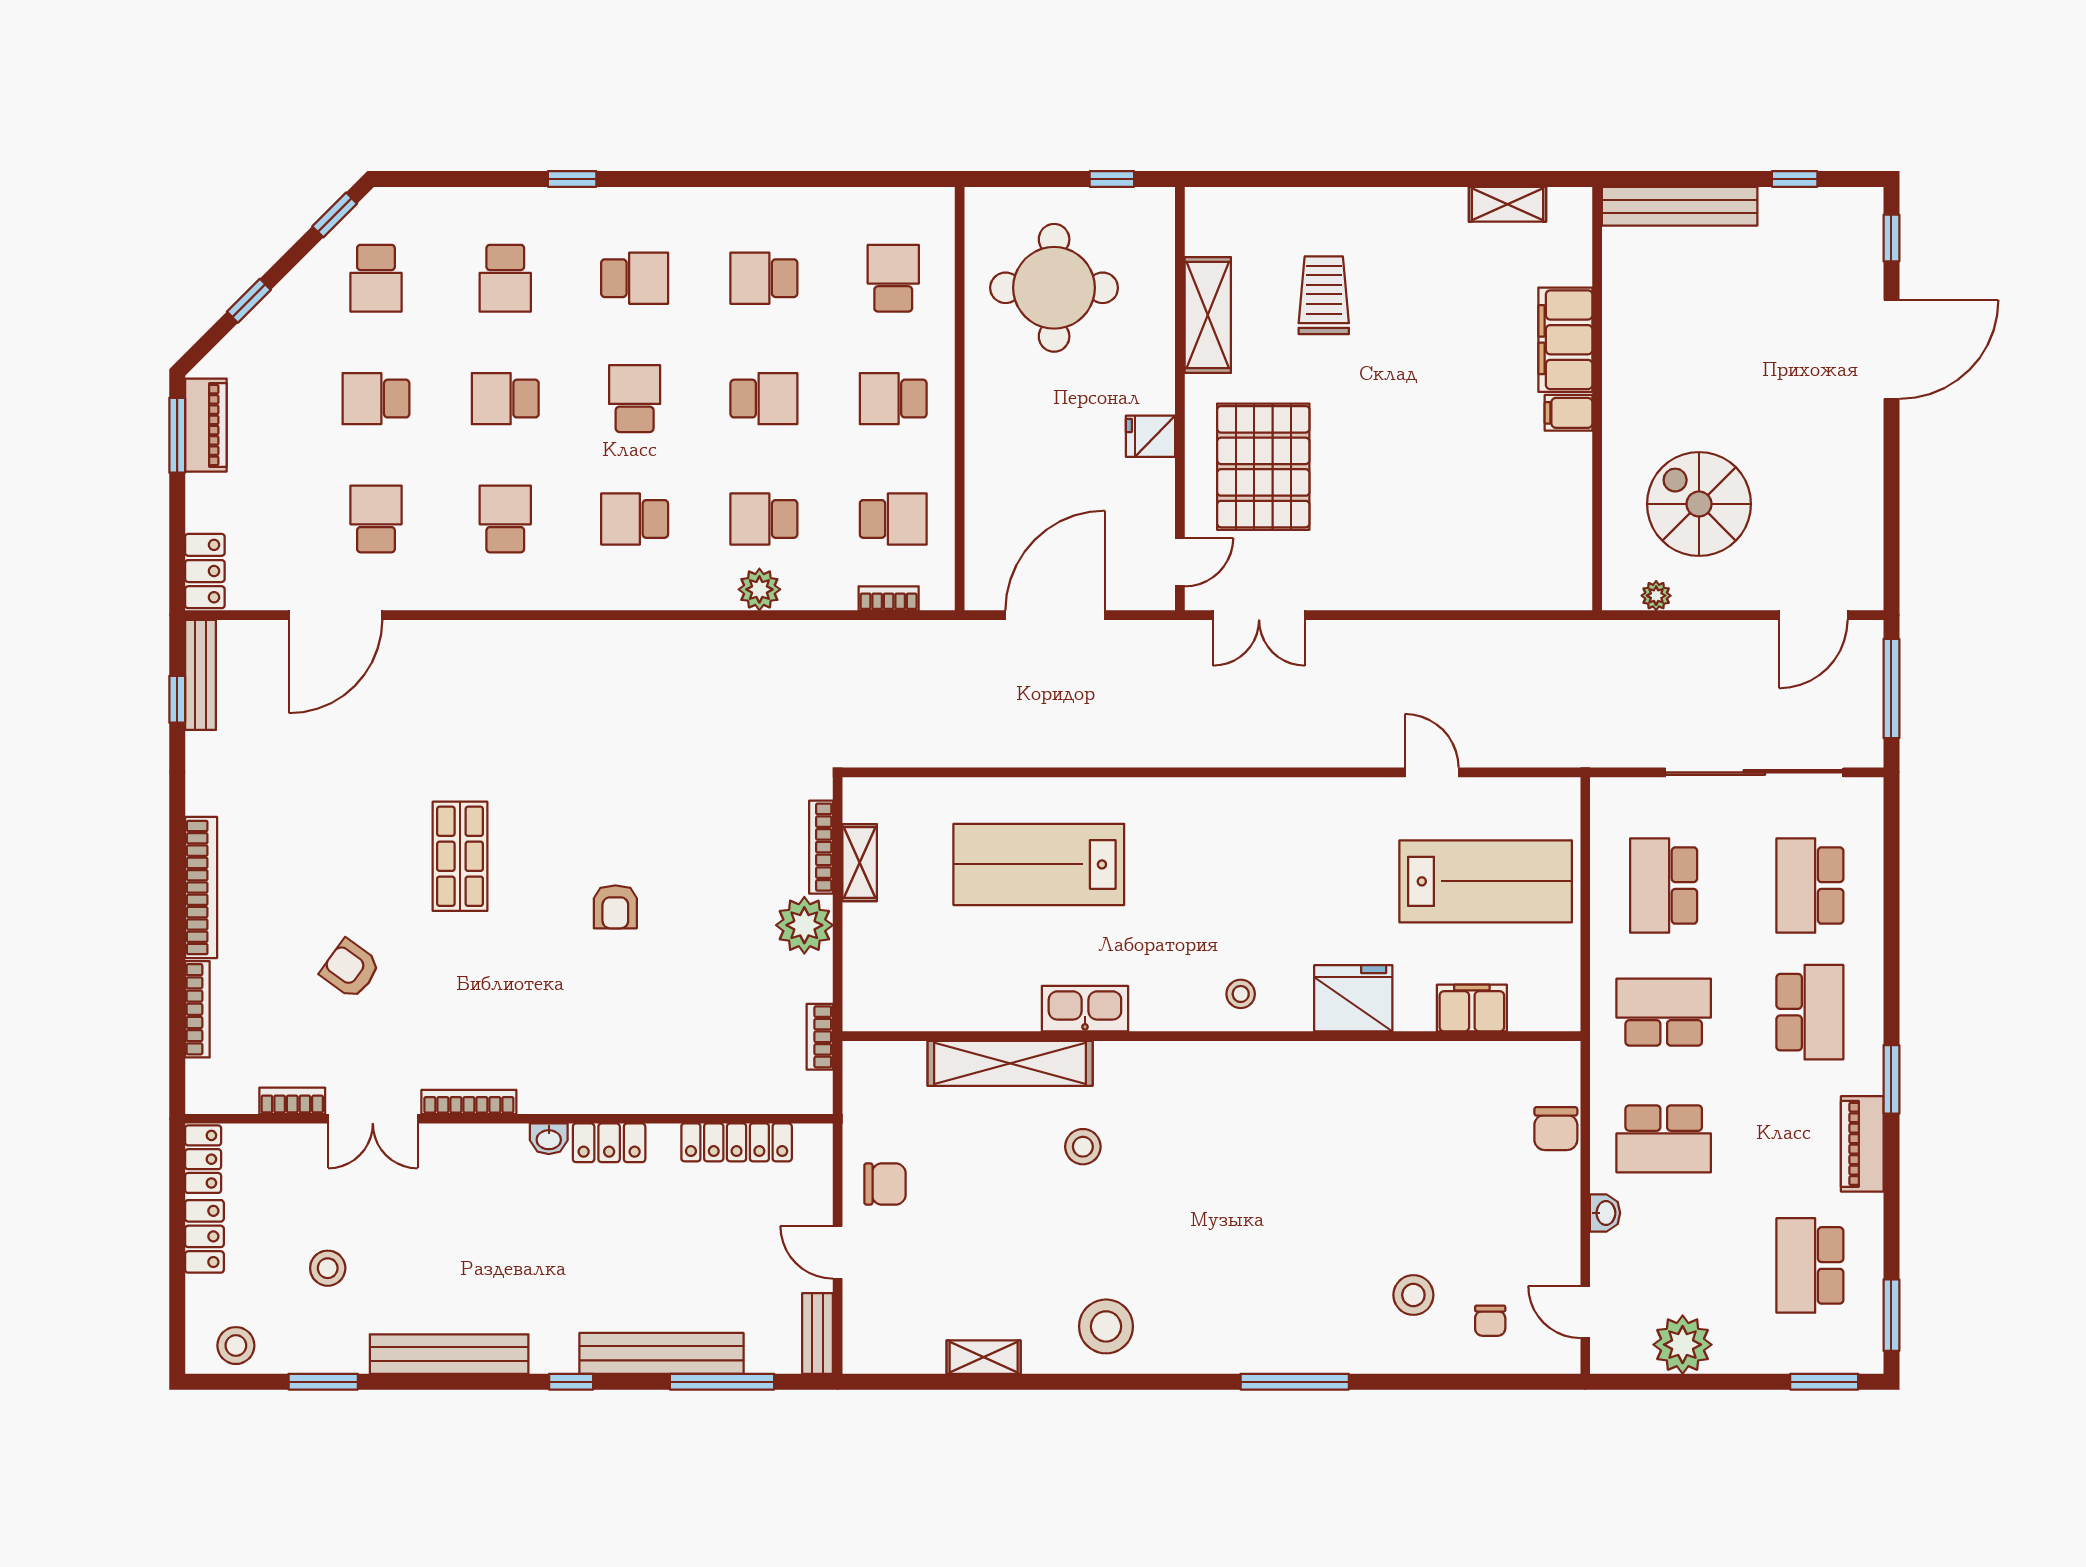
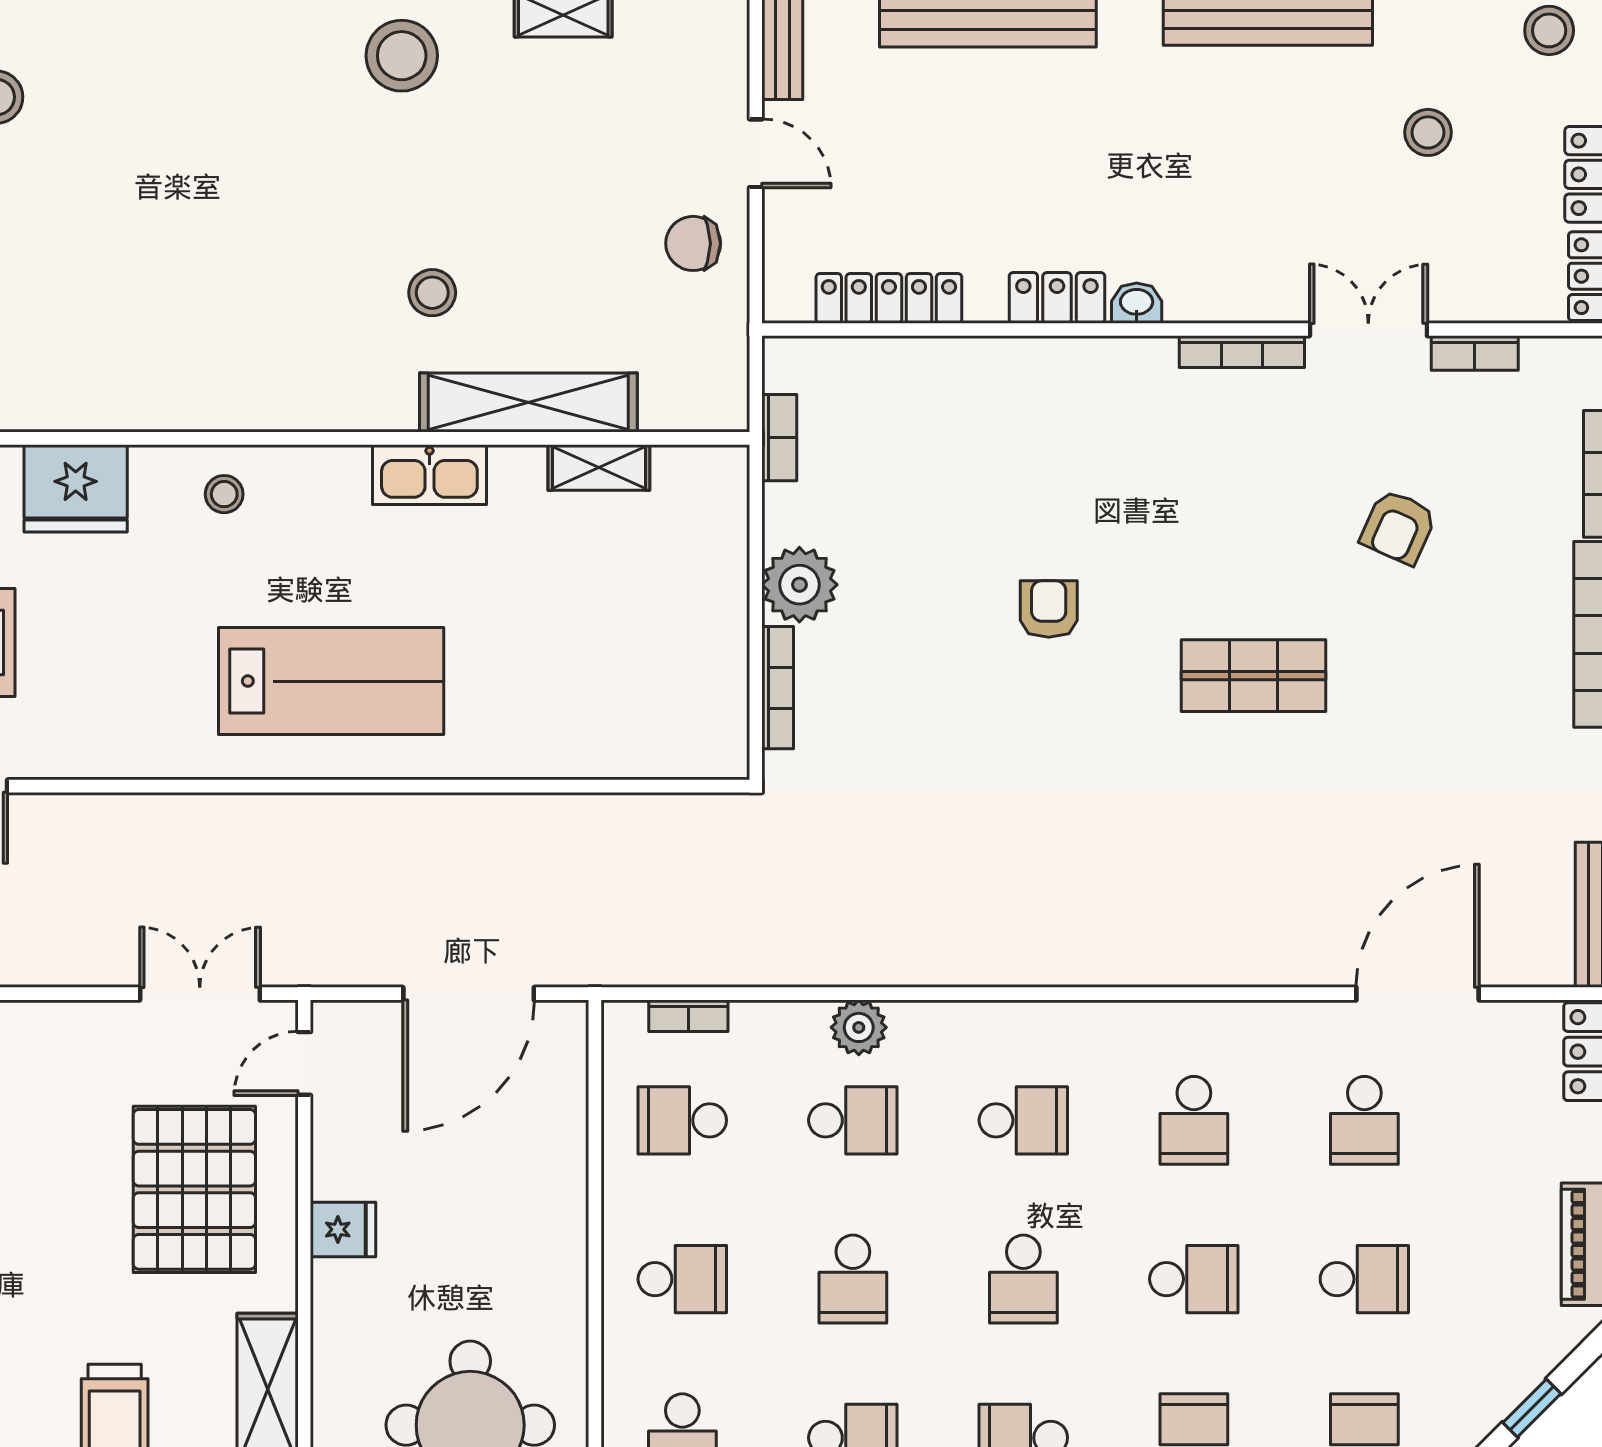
school desk: (764, 399) -> (853, 1279), turned -90
shop shelf: (460, 856) -> (1253, 676), turned 90
shelving: (860, 863) -> (599, 467), moved, turned 90
lab bench: (1039, 864) -> (331, 681), moved
armchair: (350, 969) -> (1398, 527), turned 78

